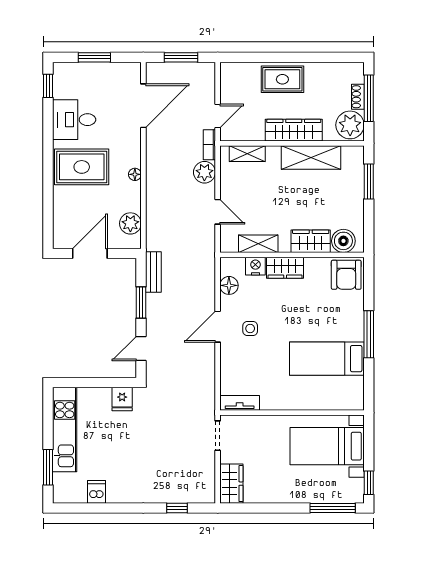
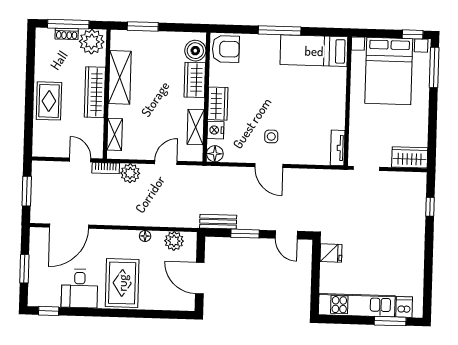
door: (143, 106) -> (69, 226), swing flipped
floor lamp: (135, 174) -> (145, 236), moved
floor lamp: (229, 285) -> (215, 154), moved
bed: (327, 359) -> (314, 51), moved, turned 90
bed with nightstands: (327, 446) -> (389, 71), width x1.36
dishwasher: (97, 492) -> (404, 307), moved, turned 90

